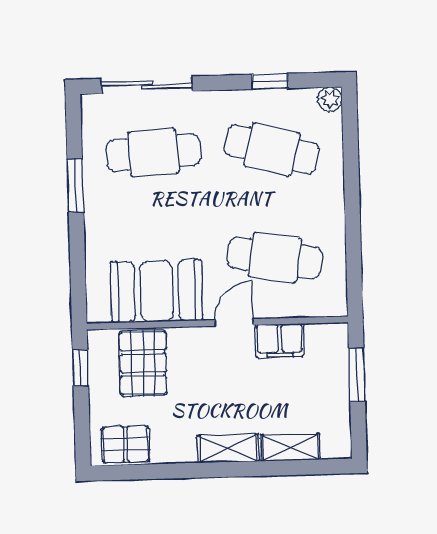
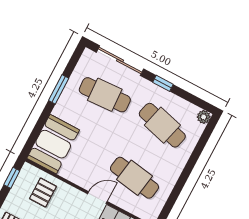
window: (270, 81) -> (163, 83), moved
booth: (157, 291) -> (53, 144), moved, turned 90
pallet: (143, 363) -> (43, 192), width x0.67, depth x0.71

